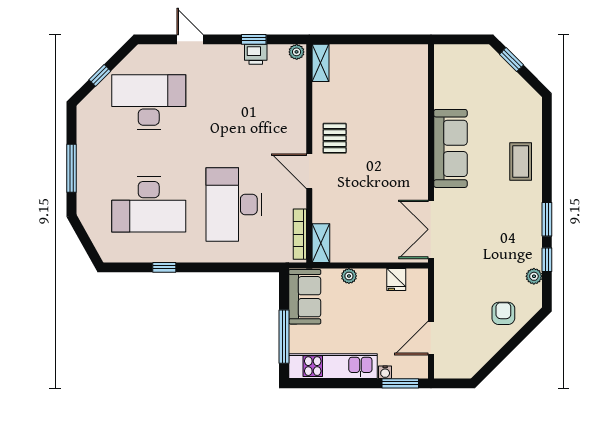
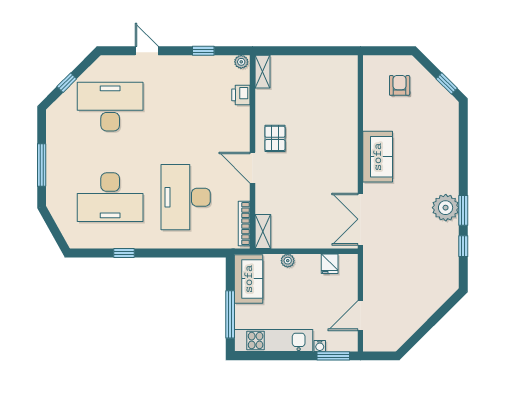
printer: (256, 54) -> (241, 95), moved, turned 90
window: (511, 60) -> (447, 83), moved
sofa: (450, 148) -> (378, 157), width x0.73
coffee table: (521, 162) -> (440, 159), removed
plant: (534, 276) -> (446, 208), moved, width x1.88, depth x1.88
armchair: (503, 313) -> (400, 85), moved

